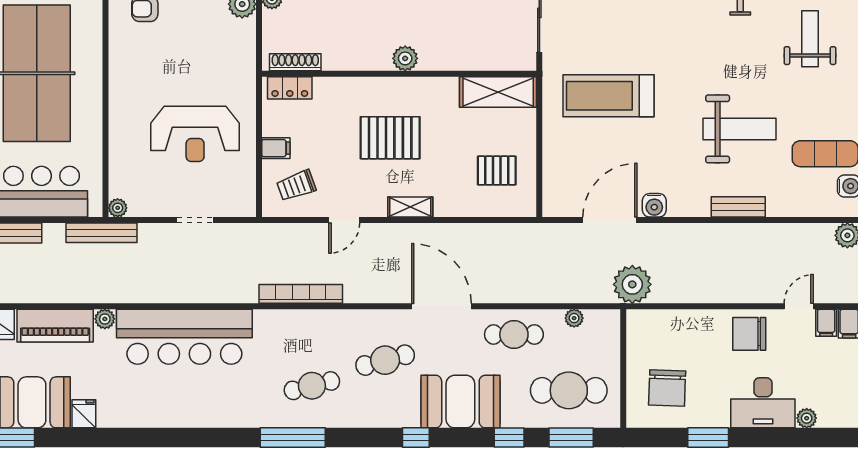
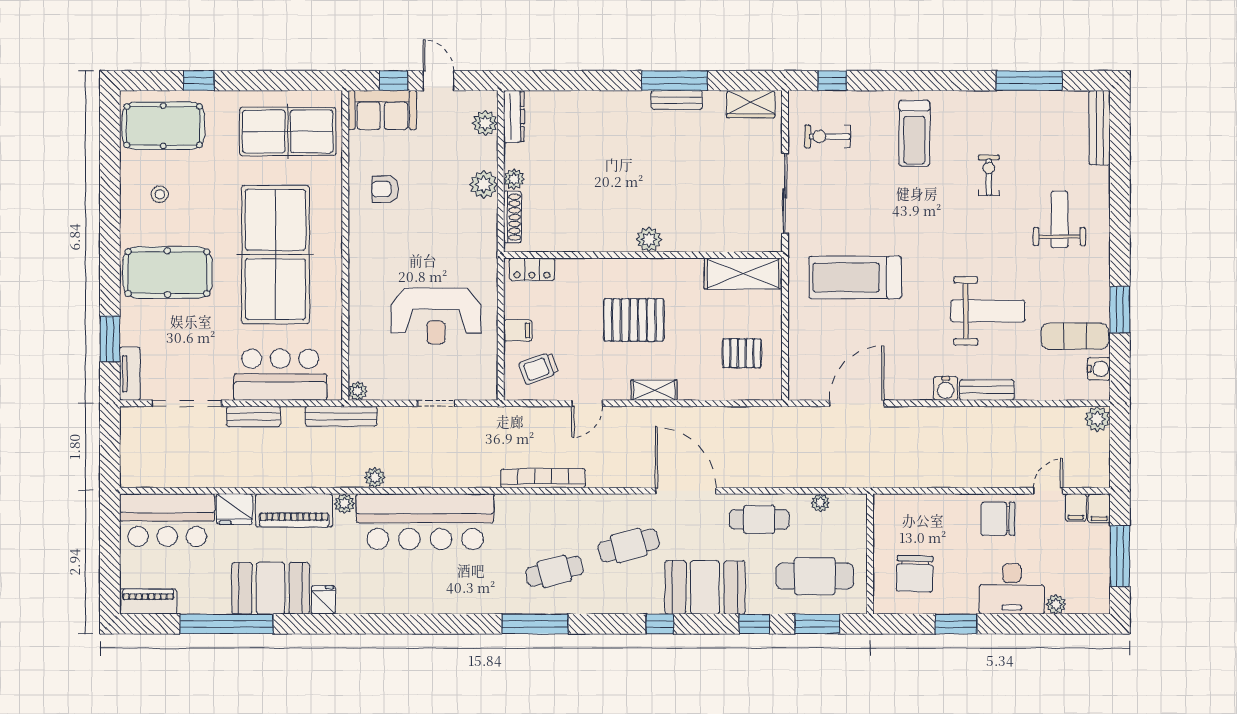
shoe rack: (295, 62) -> (512, 217), moved, turned 90
water cooler: (654, 205) -> (946, 388), moved
plant: (632, 284) -> (375, 478), moved, width x0.53, depth x0.53

